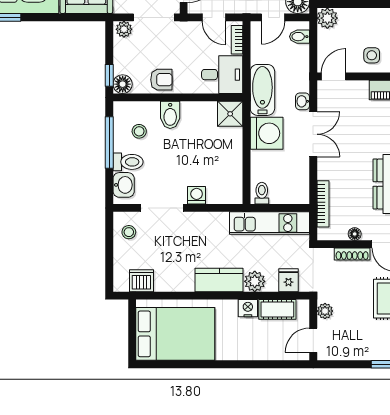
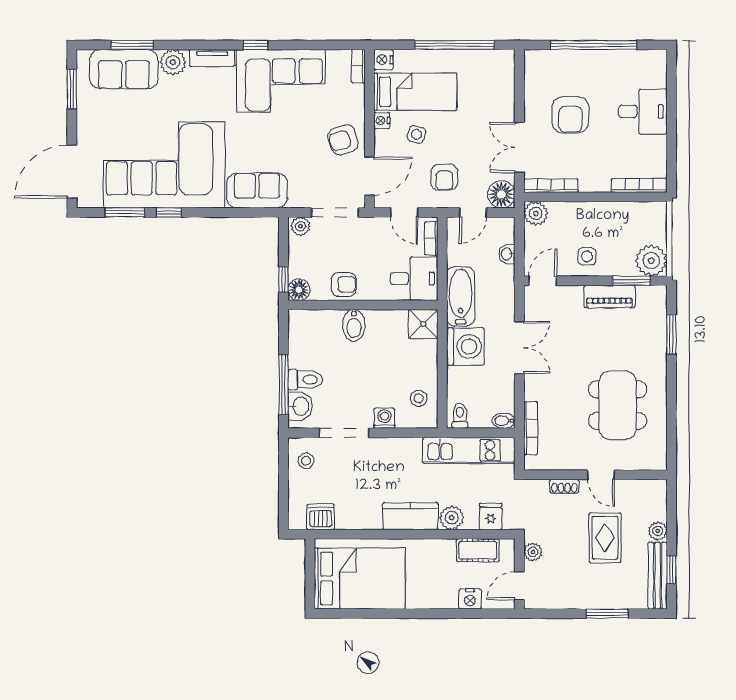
bidet: (300, 37) -> (504, 421), moved
washbasin: (303, 101) -> (507, 254), moved
stool: (139, 131) -> (419, 398), moved
window: (109, 143) -> (284, 385), moved
floor lamp: (355, 234) -> (567, 463), removed
shoe rack: (352, 254) -> (564, 486), width x0.70
nightstand: (248, 308) -> (470, 599), moved, turned 180

